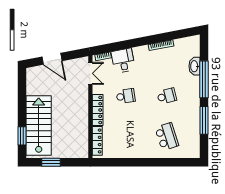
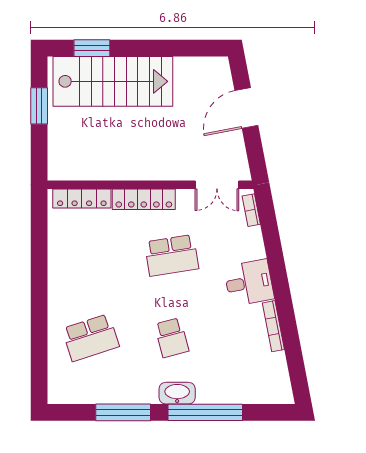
desk: (123, 61) -> (249, 283), moved
washbasin: (195, 66) -> (177, 393), moved
school desk: (126, 96) -> (172, 255), width x1.85

